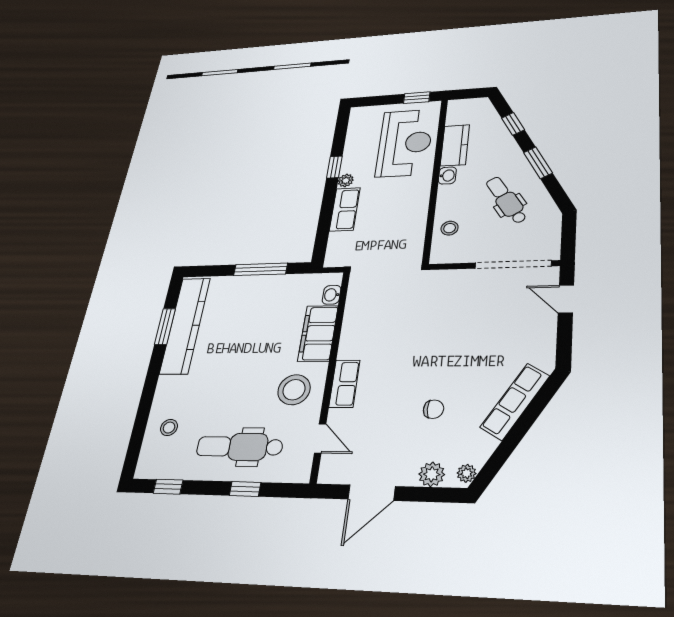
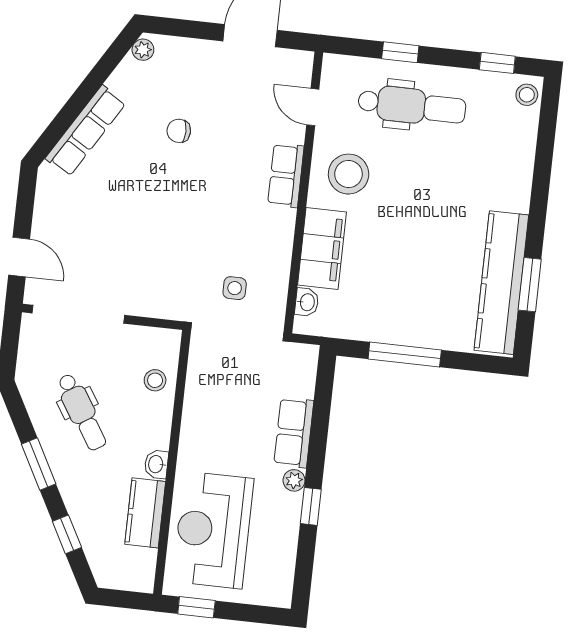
side table: (387, 298) -> (235, 288), added
stool: (169, 428) -> (527, 95), moved
plant: (432, 474) -> (182, 52), removed

